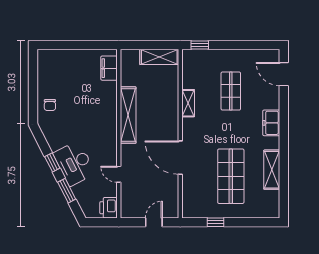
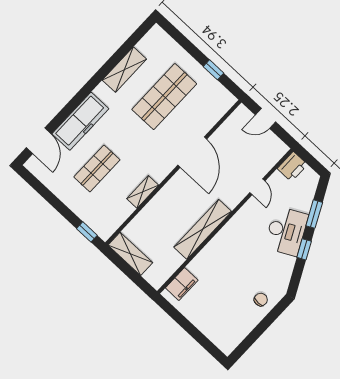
freezer: (271, 123) -> (80, 121), width x1.91, depth x1.26

